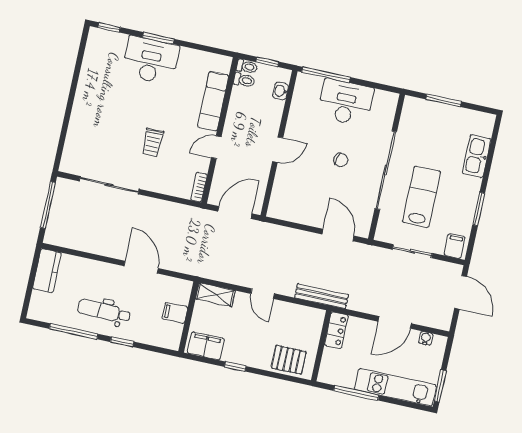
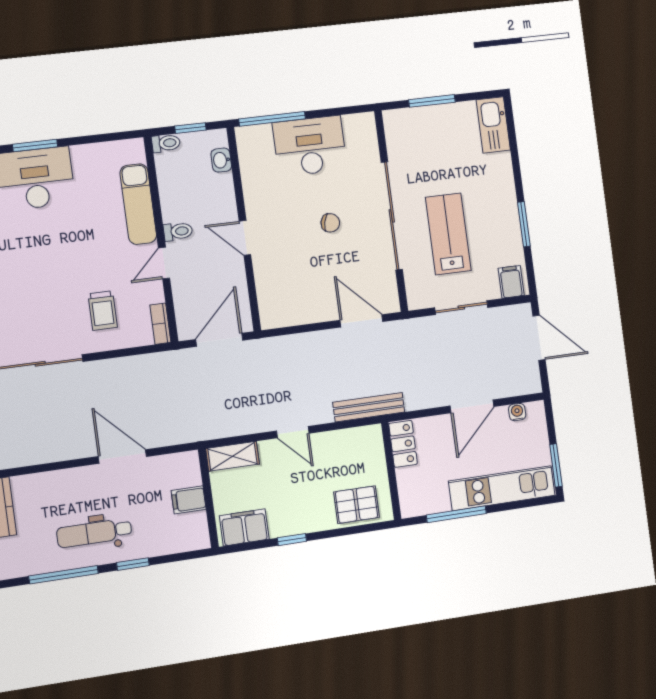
toilet: (244, 80) -> (178, 231), moved
trolley: (153, 142) -> (103, 311), moved
door: (278, 150) -> (245, 238), swing flipped
kitchen sink: (477, 156) -> (493, 125), moved

